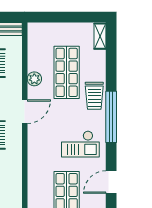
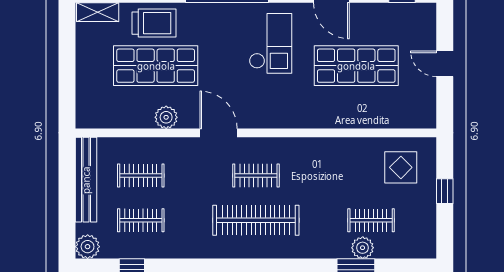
trolley: (94, 96) -> (154, 23), moved

